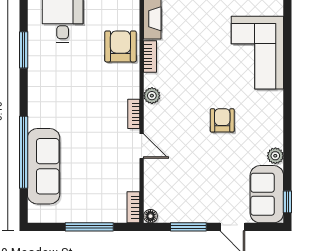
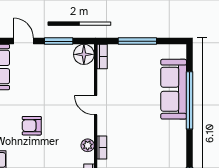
bookcase: (134, 114) -> (102, 147), moved
armchair: (222, 120) -> (32, 126), turned 90
floor lamp: (150, 216) -> (84, 54), width x1.89, depth x1.89

